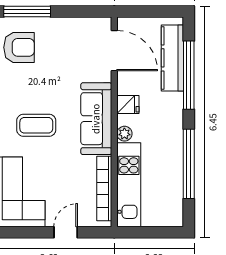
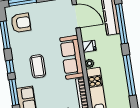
coffee table: (36, 125) -> (38, 66), turned 90

